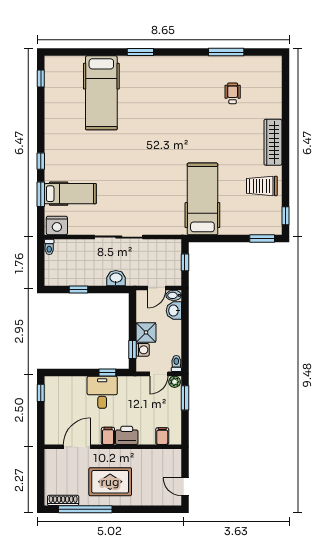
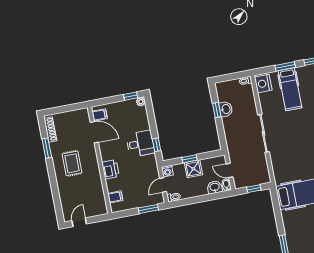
washbasin: (116, 278) -> (226, 109), moved
window: (133, 349) -> (190, 159), moved
washing machine: (143, 350) -> (167, 171), moved
door: (159, 374) -> (163, 185), hinge flipped
plant: (175, 382) -> (141, 102), moved
filing cabinet: (108, 436) -> (100, 115), moved
rug: (110, 482) -> (72, 163), width x0.73, depth x0.70
window: (85, 509) -> (47, 148), width x0.47

